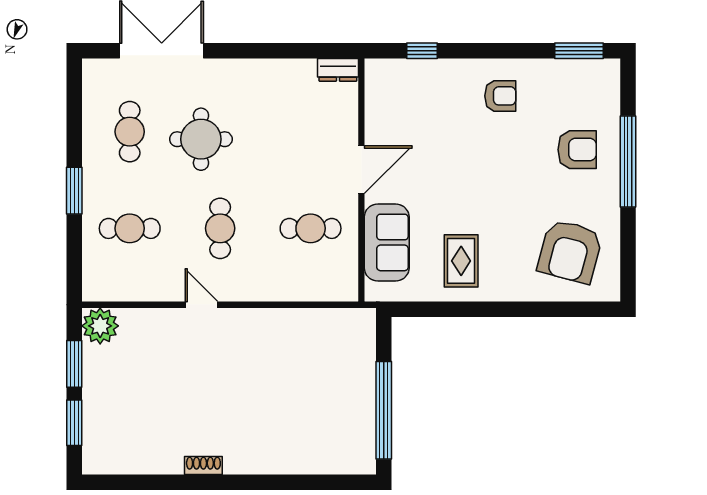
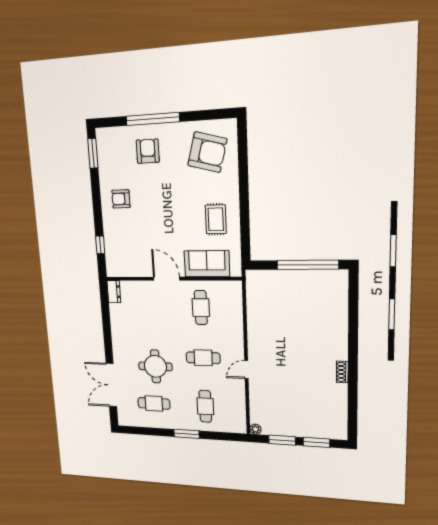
armchair: (500, 96) -> (121, 199), turned -90
rug: (461, 261) -> (216, 219), turned 90
plant: (100, 326) -> (255, 429), width x0.53, depth x0.53

